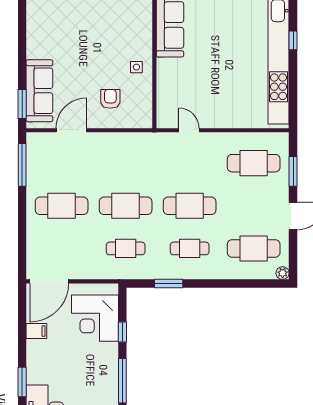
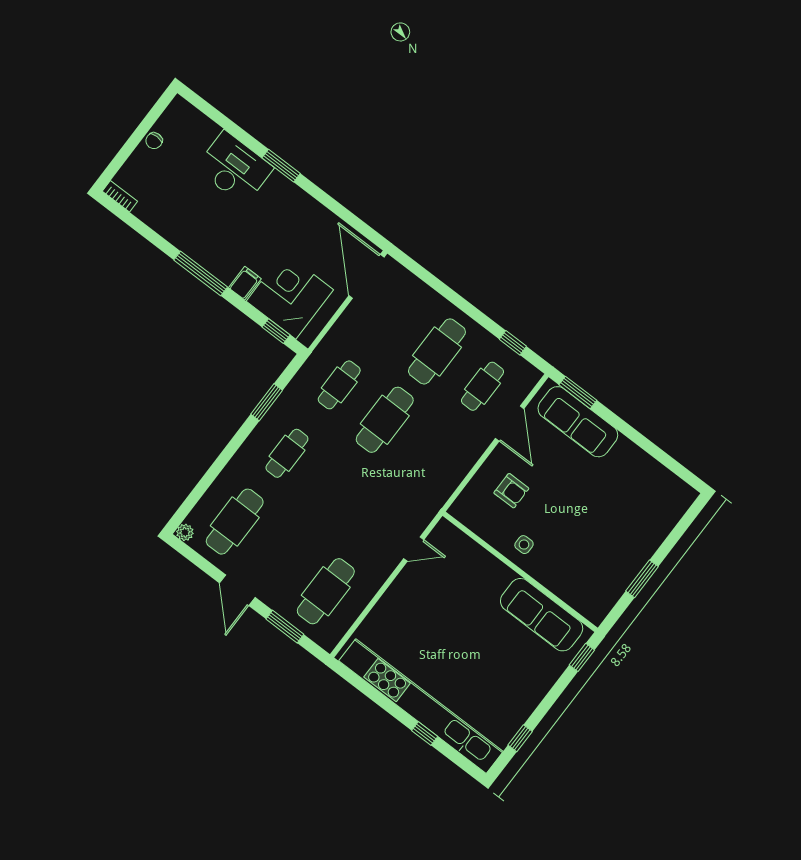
window: (22, 165) -> (513, 343), width x0.46
cafe table: (190, 206) -> (483, 386), moved, width x0.73, depth x0.74
filing cabinet: (36, 331) -> (245, 283), moved, turned 180
window: (122, 332) -> (276, 331), moved

